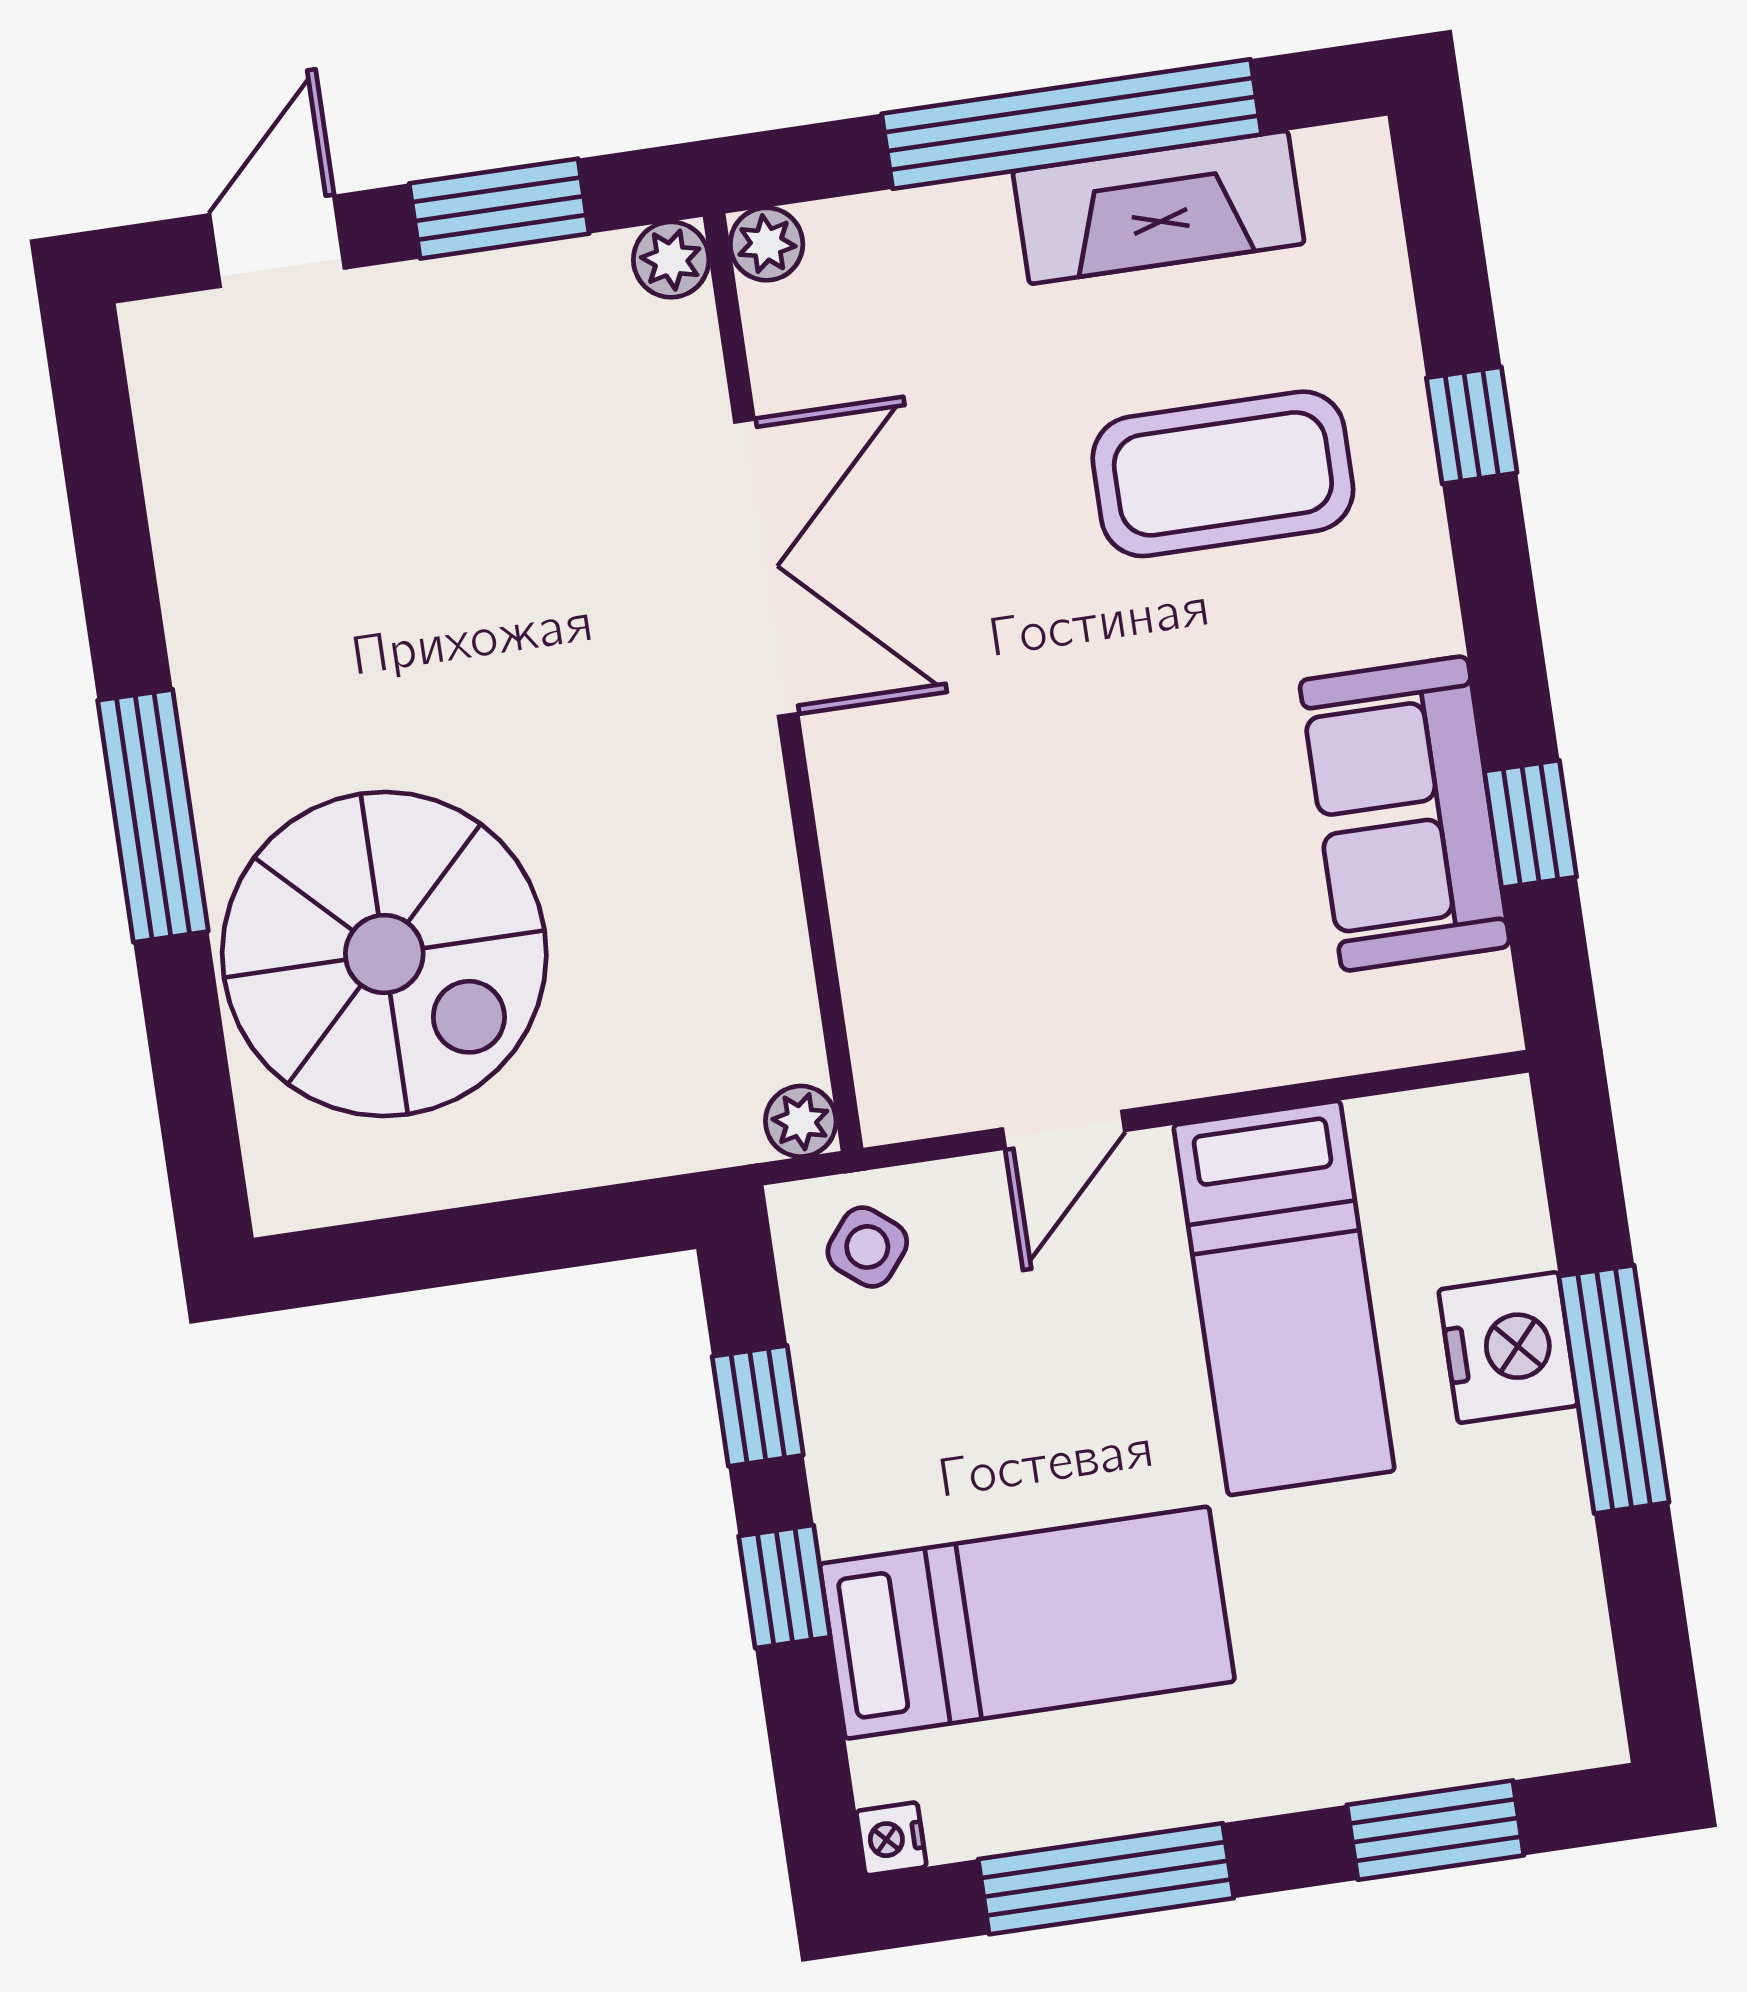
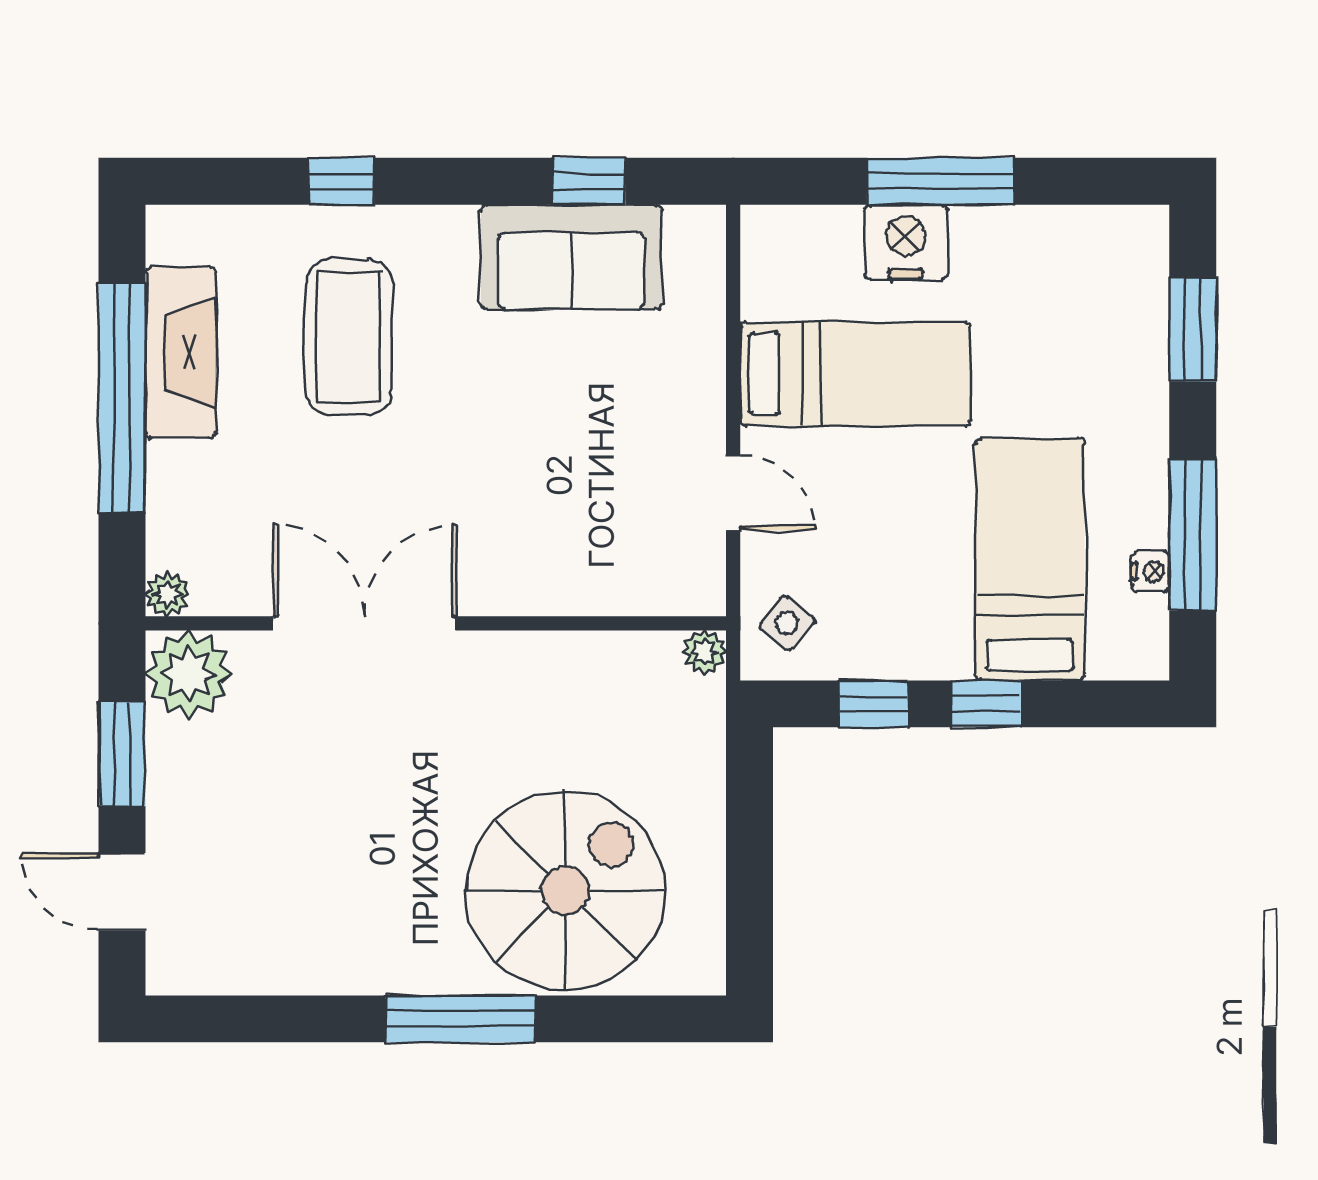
plant: (671, 260) -> (189, 674), width x1.88, depth x1.88
nightstand: (891, 1839) -> (1150, 571), moved, turned -90

